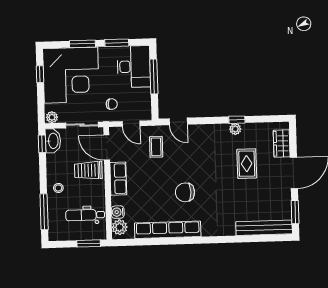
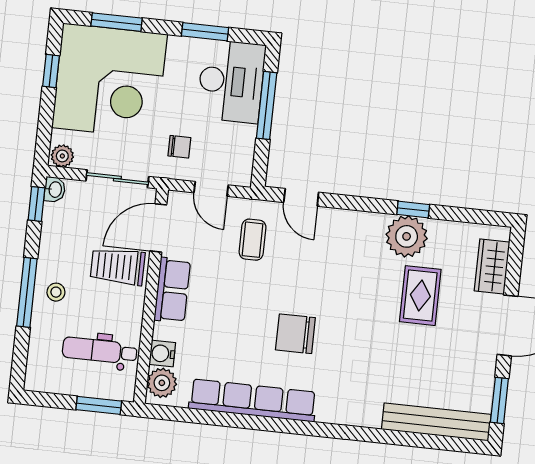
window: (82, 44) -> (117, 22), moved
plant: (235, 129) -> (407, 236), width x1.88, depth x1.88
washbasin: (53, 141) -> (55, 190), width x0.52, depth x0.69
door: (107, 147) -> (158, 228), hinge flipped
window: (44, 212) -> (27, 292), moved

